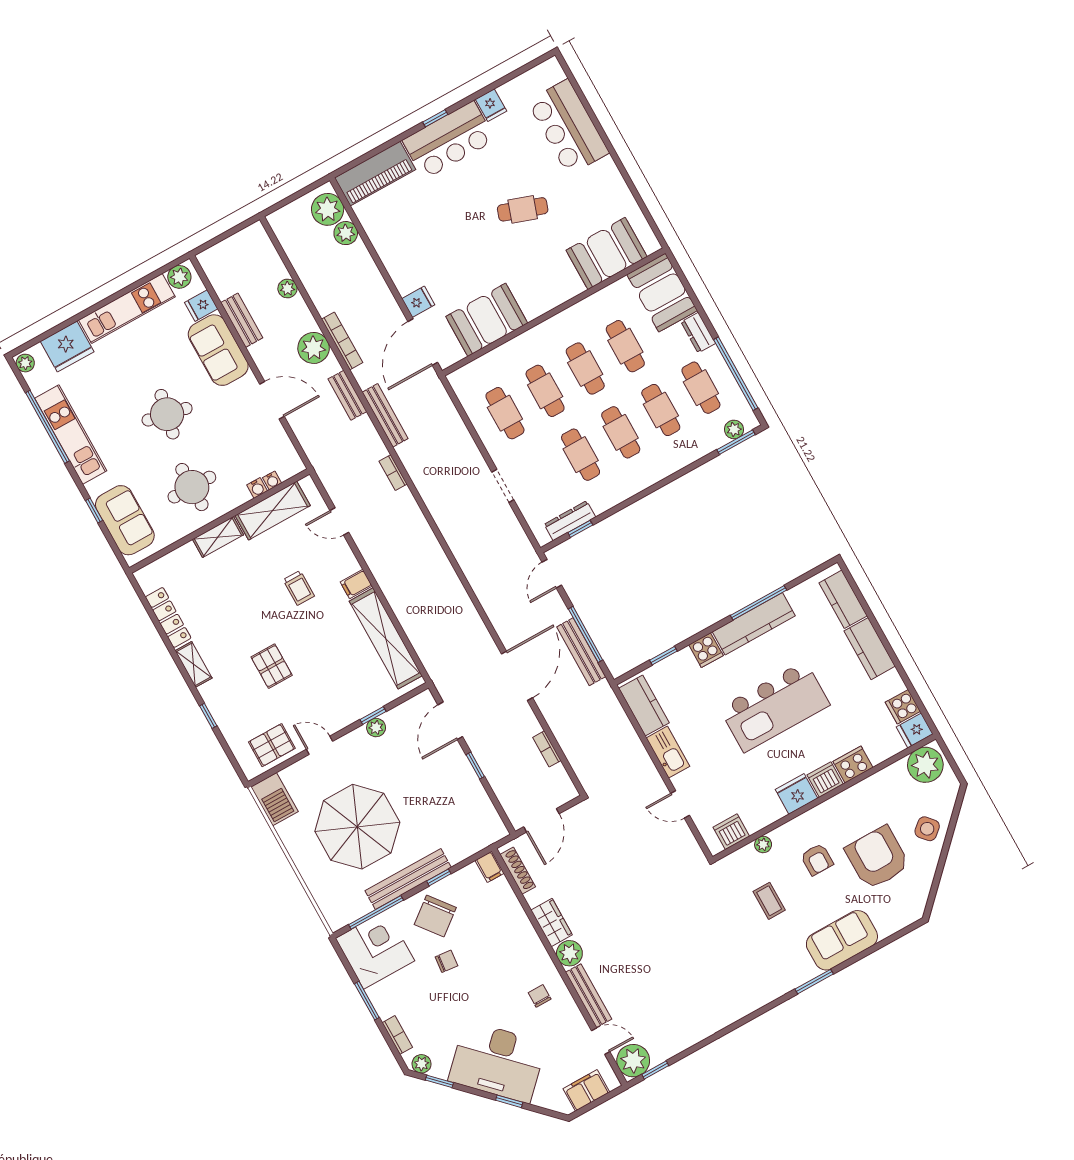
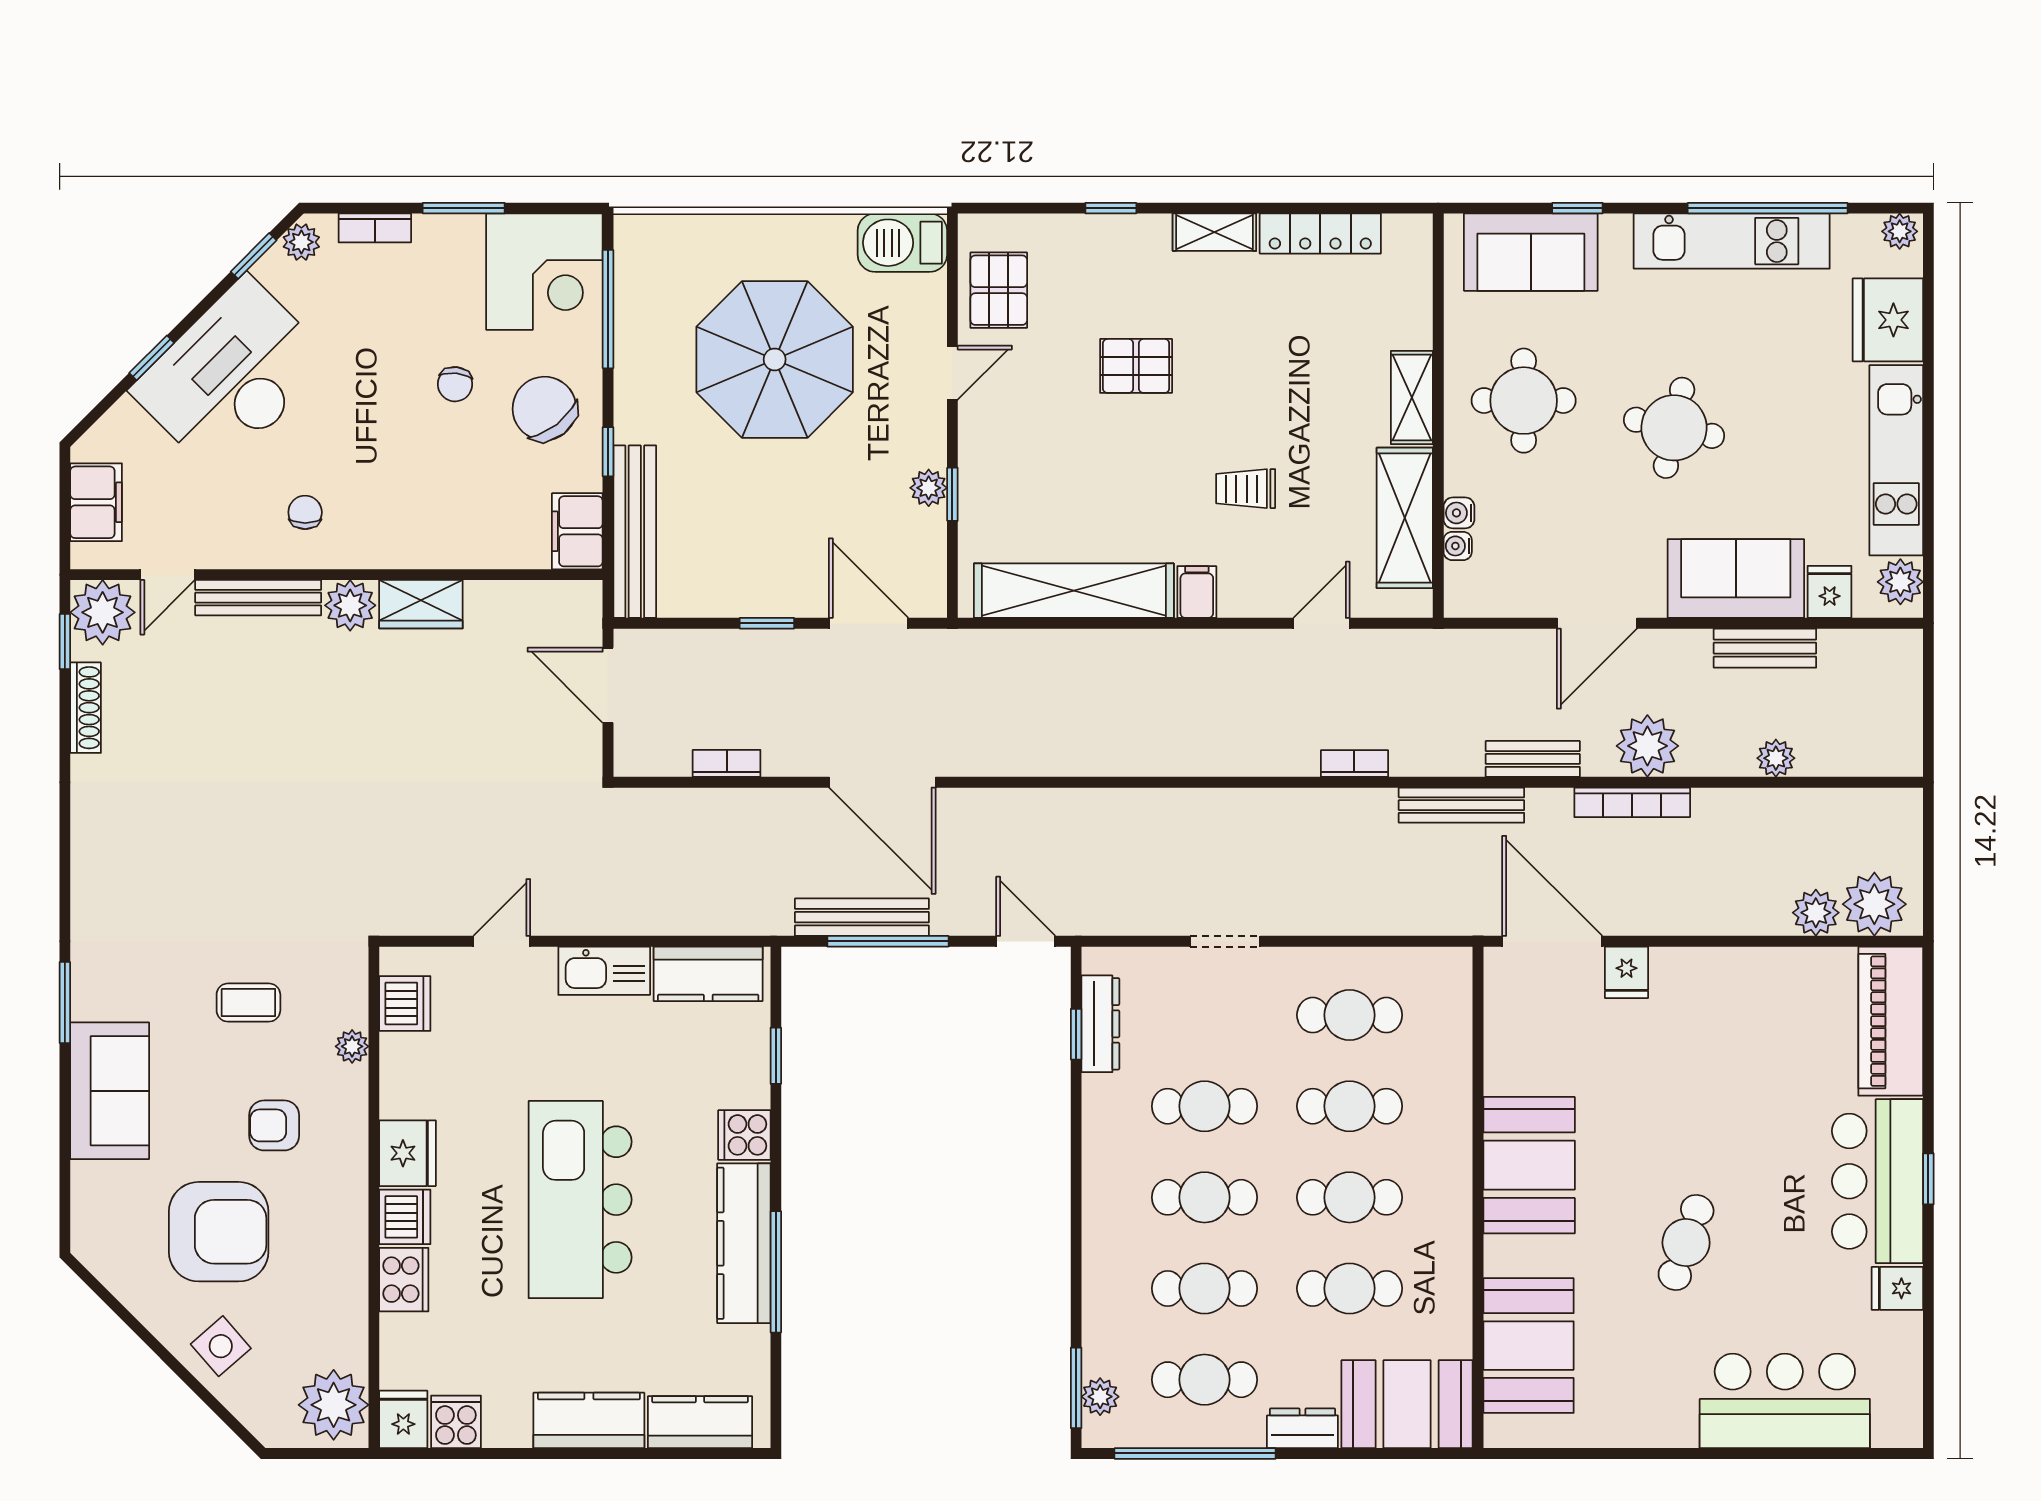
booth: (487, 320) -> (1529, 1165), moved
filing cabinet: (490, 867) -> (577, 531), width x2.00
shoe rack: (518, 871) -> (86, 708), moved, turned -90
bench: (408, 879) -> (635, 532), moved
chair: (540, 996) -> (305, 512), turned -90

